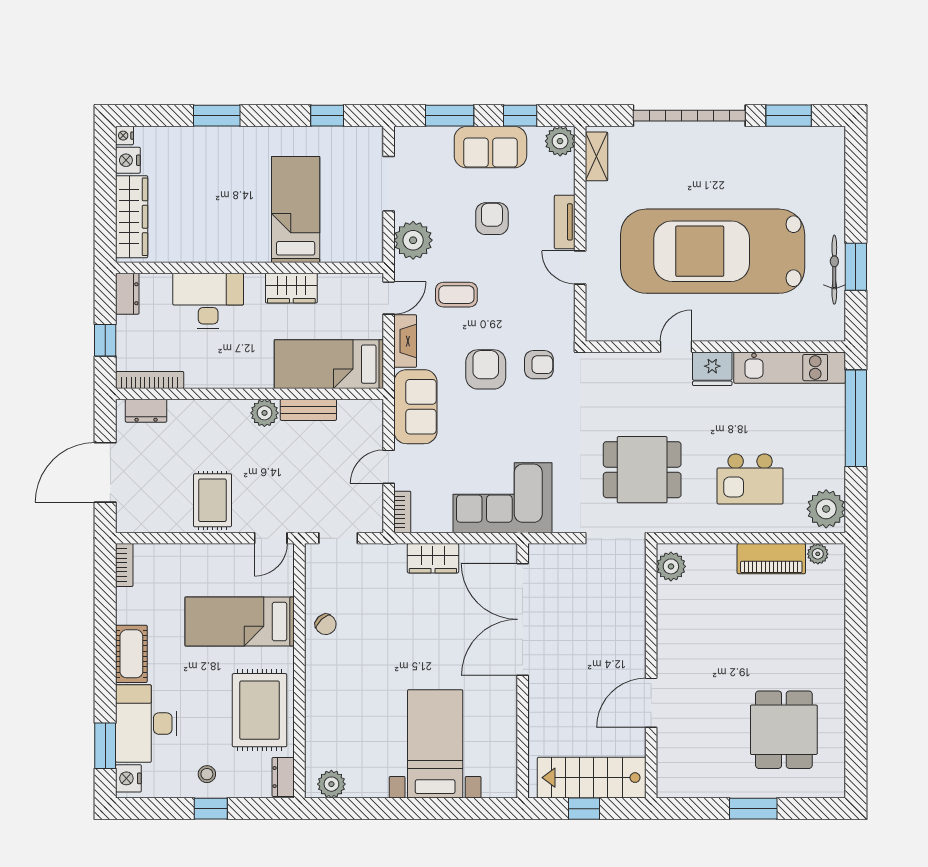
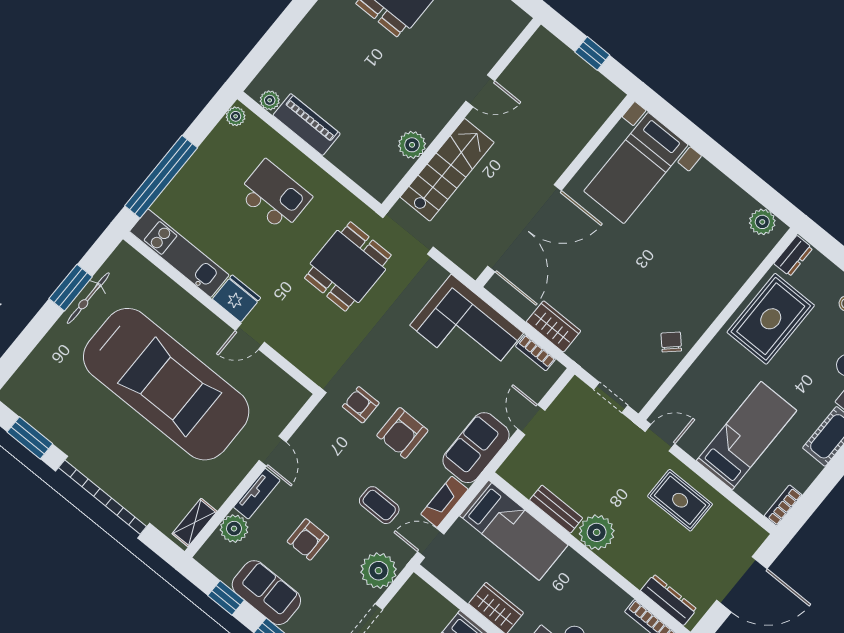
plant: (560, 141) -> (234, 529), moved
dresser: (146, 411) -> (669, 600), width x1.44
plant: (264, 413) -> (597, 532), width x1.36, depth x1.36
door: (389, 467) -> (531, 420), swing flipped
dining table: (642, 470) -> (348, 266), turned 90
rug: (212, 500) -> (680, 500), turned 90
plant: (826, 509) -> (236, 116), width x0.53, depth x0.53
bookcase: (402, 512) -> (535, 353), moved, turned -90
plant: (671, 566) -> (412, 145), moved
bed: (240, 622) -> (747, 436), moved, turned -90
door: (651, 703) -> (480, 91), width x0.73
bed with nightstands: (435, 744) -> (636, 168), moved
stairs: (592, 778) -> (447, 170), moved, turned -90

